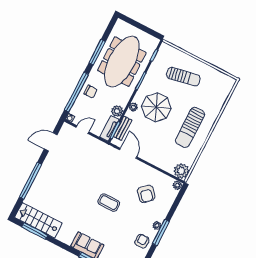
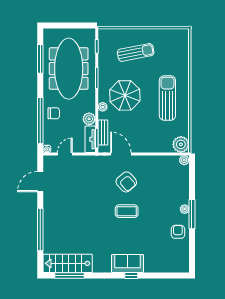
window: (97, 52) -> (40, 59), moved
sun lounger: (190, 127) -> (167, 98), turned 180
armchair: (146, 194) -> (126, 182), moved

